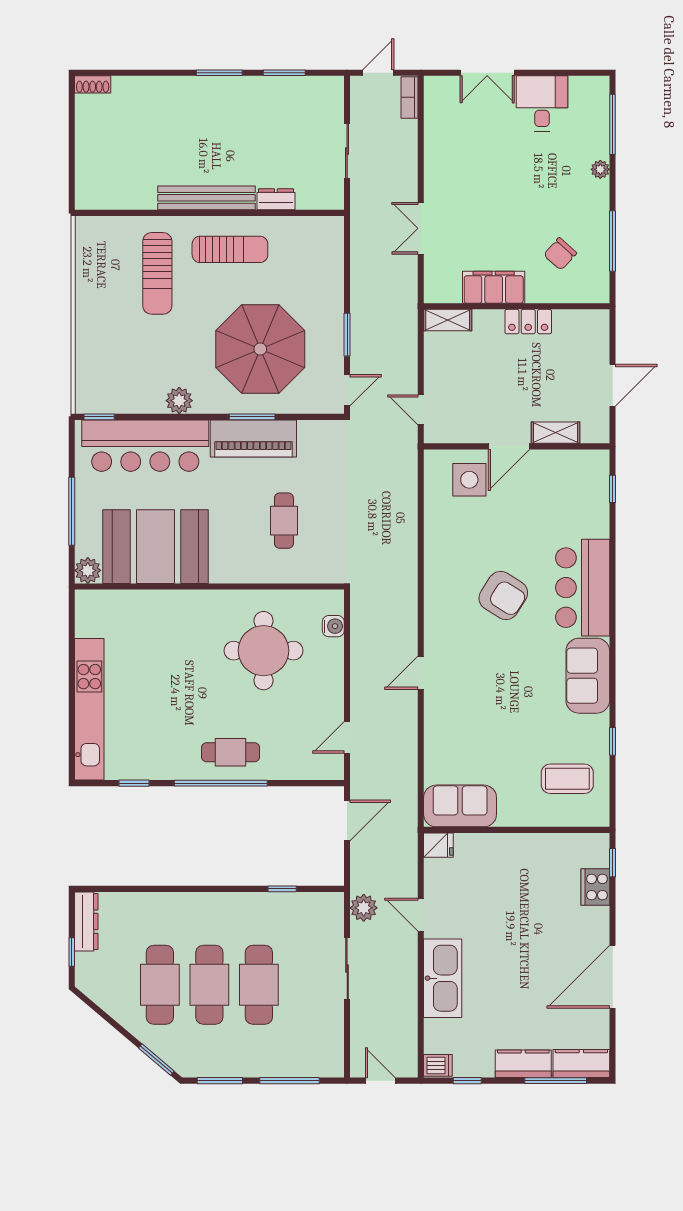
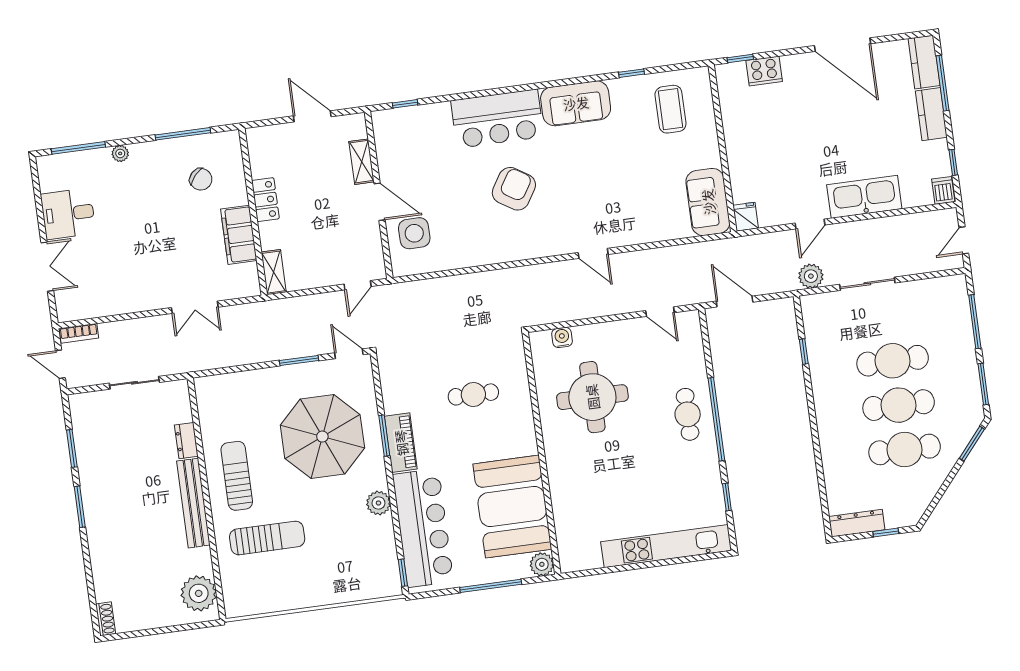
plant: (107, 190) -> (199, 593), added
piano: (253, 439) -> (401, 443), width x0.73, depth x0.75

